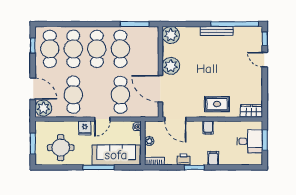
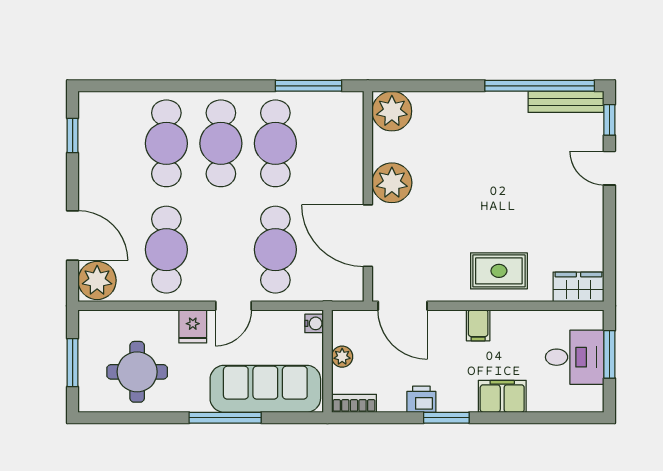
bench: (217, 31) -> (566, 102), moved
cafe table: (50, 49) -> (112, 143), removed
filing cabinet: (213, 158) -> (502, 396), width x2.00

